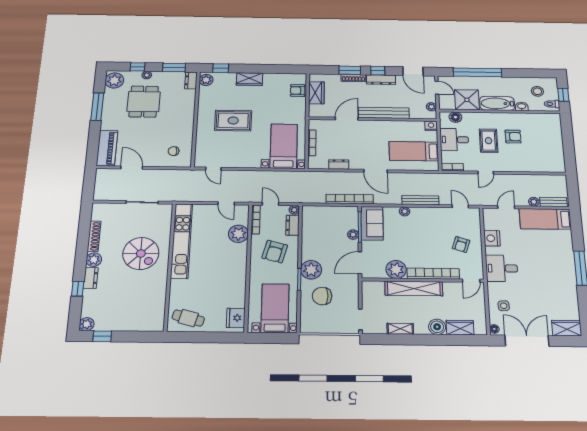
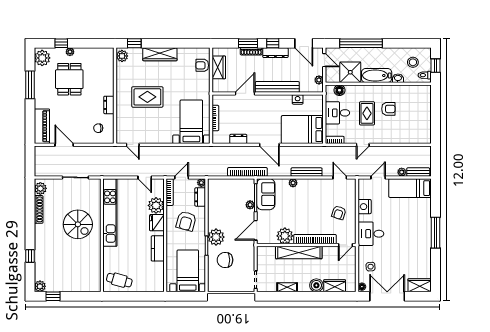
window: (174, 67) -> (93, 43), removed
wardrobe: (249, 79) -> (160, 54), width x1.50
dresser: (191, 80) -> (109, 105), moved
nightstand: (431, 126) -> (298, 99), moved
bed: (414, 151) -> (302, 130), width x1.50
door: (271, 204) -> (182, 177), hinge flipped
plant: (94, 260) -> (40, 188), moved
dresser: (91, 278) -> (39, 247), removed
kitchen counter: (238, 282) -> (158, 248), added
fridge: (236, 318) -> (157, 223), moved

